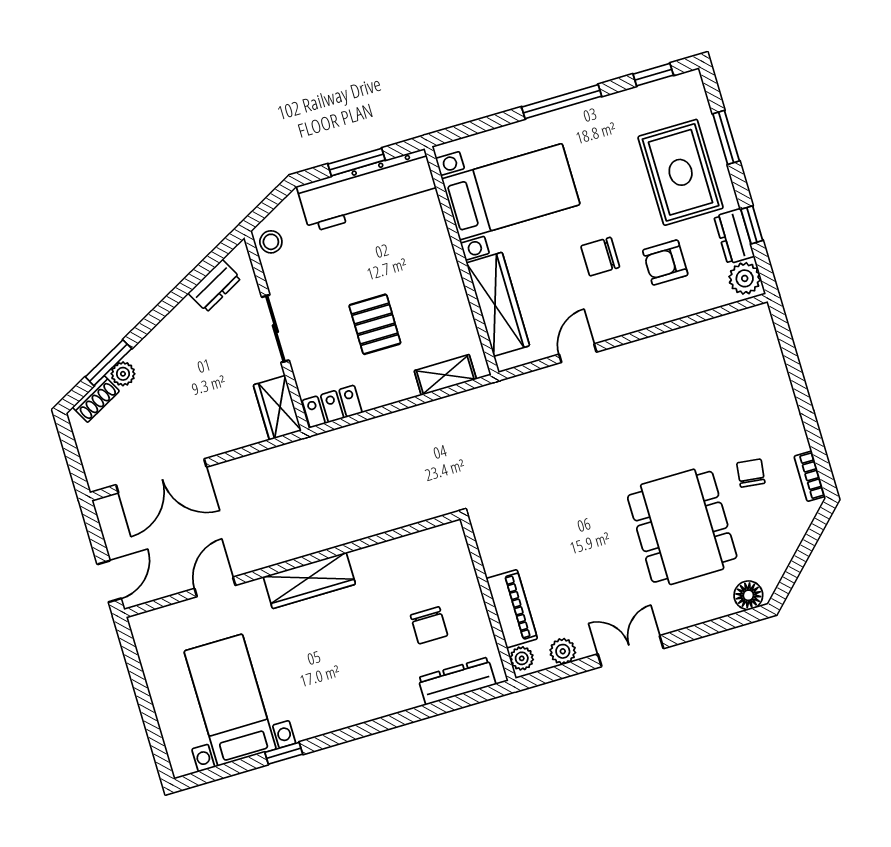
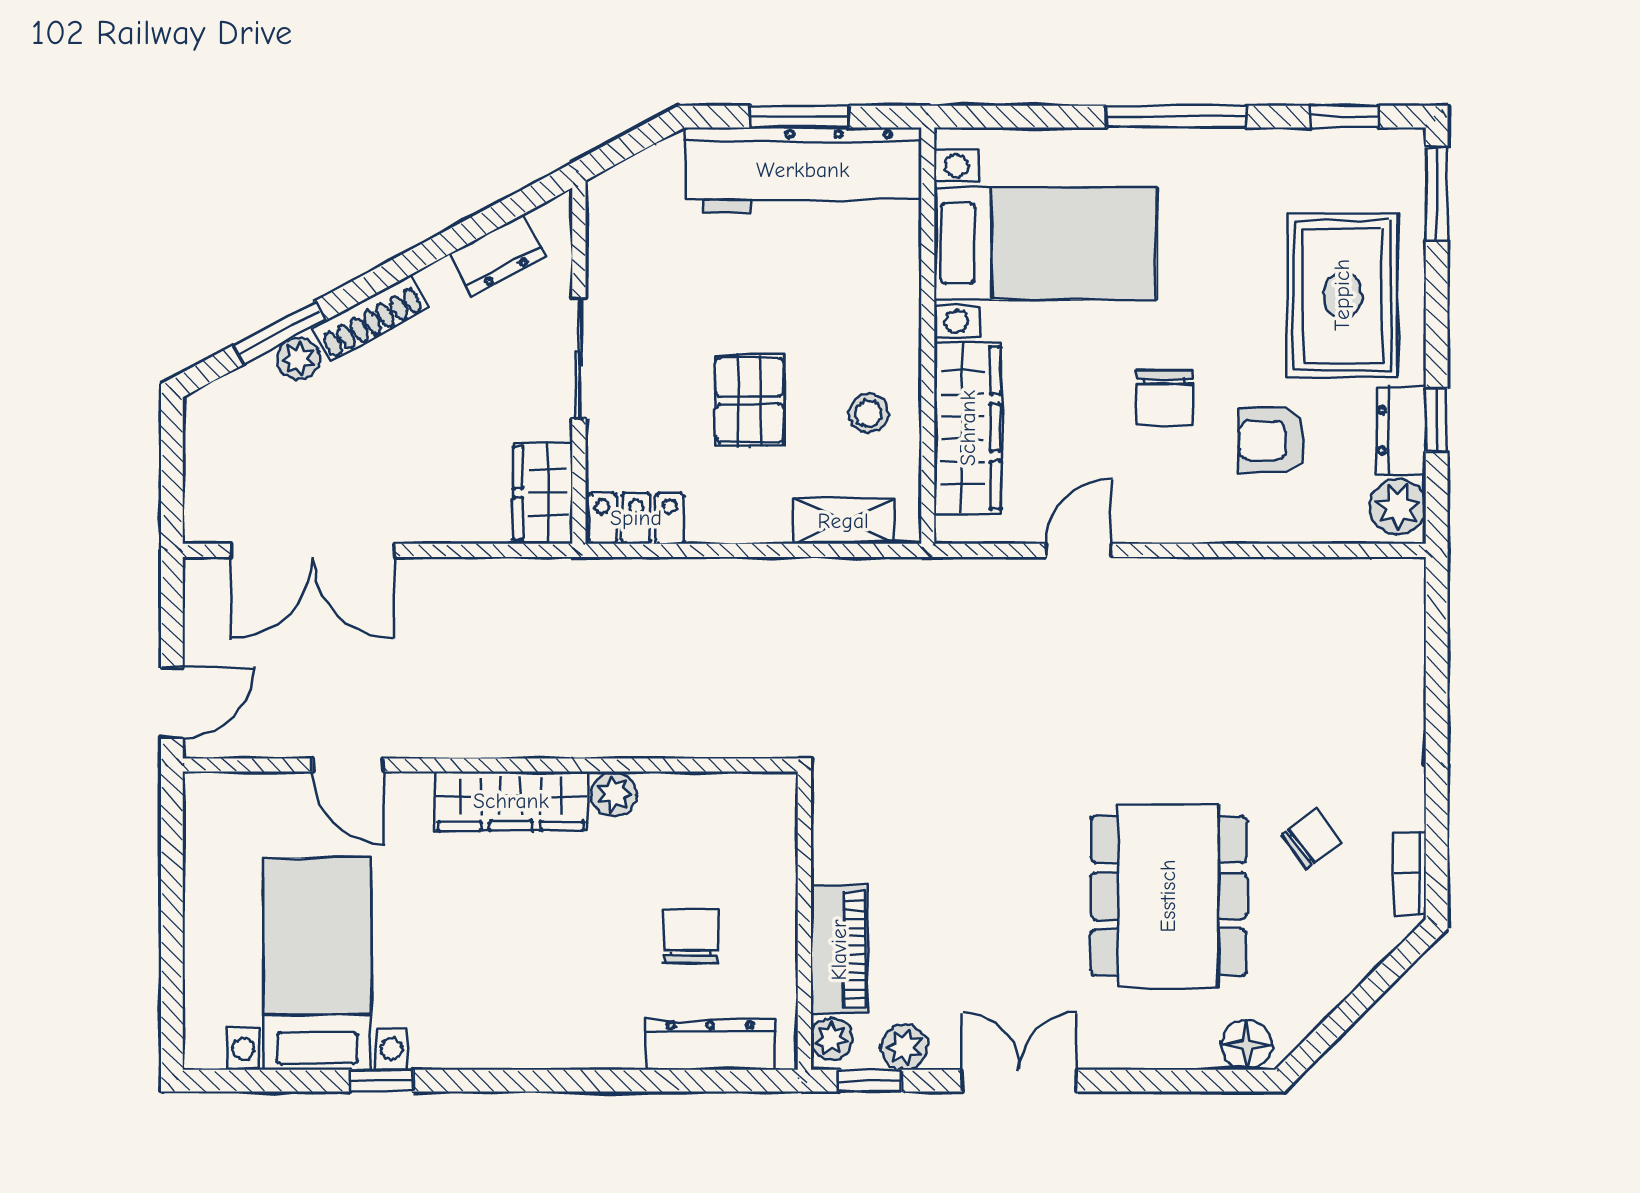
window: (726, 137) -> (1437, 194), moved
stool: (271, 242) -> (869, 414), moved
chair: (600, 257) -> (1164, 398), turned -90
shoe rack: (96, 399) -> (370, 318), moved, width x1.43
chair: (751, 473) -> (1311, 839), turned 46
plant: (364, 560) -> (614, 794), added
door: (215, 587) -> (348, 765), swing flipped
chair: (429, 625) -> (691, 937), turned 180
window: (549, 675) -> (870, 1081), added

